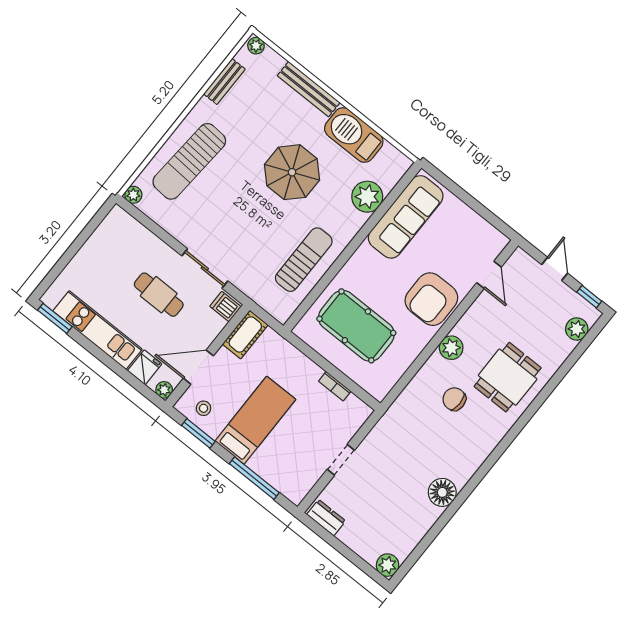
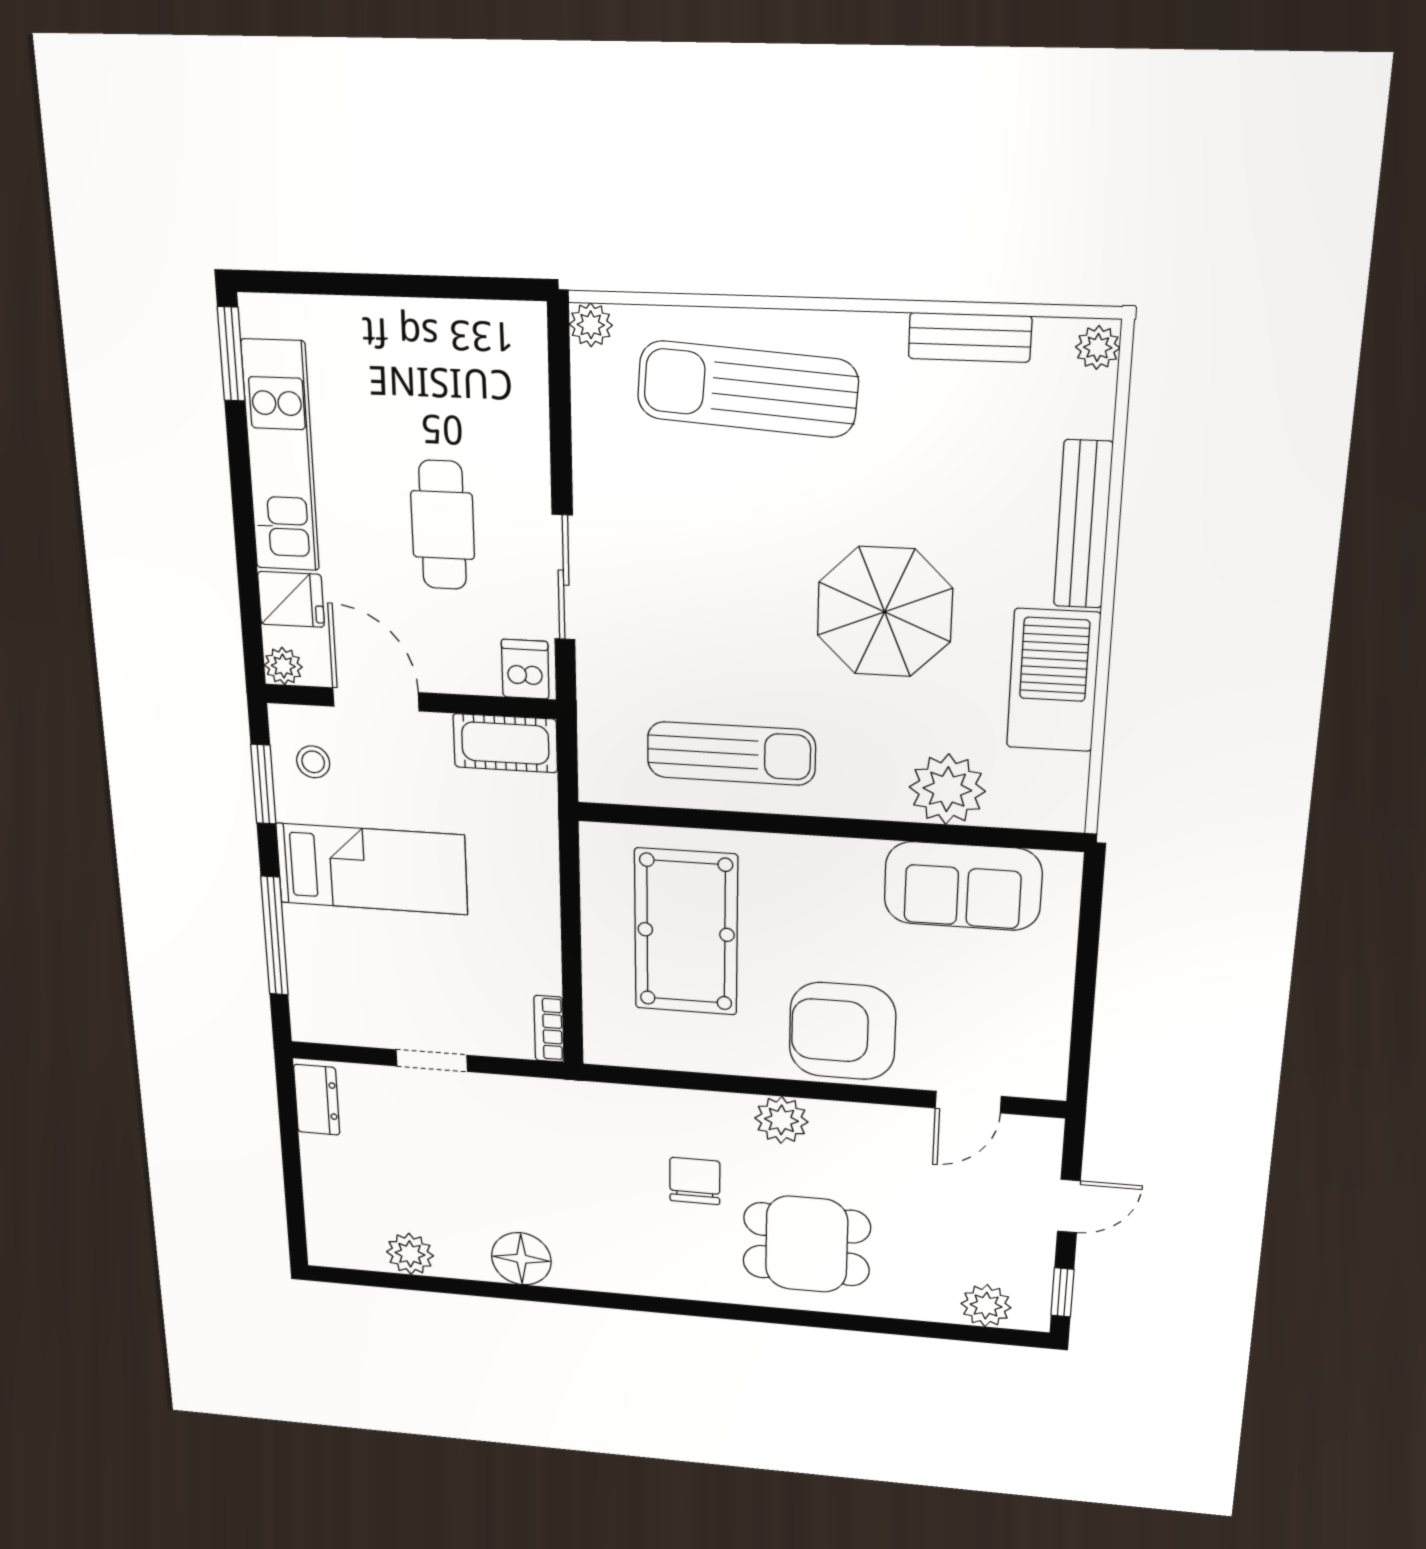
sofa: (406, 217) -> (963, 886), width x0.73
bookcase: (335, 386) -> (549, 1029), moved
plant: (388, 565) -> (410, 1254), moved

